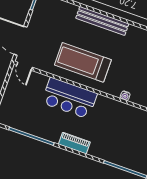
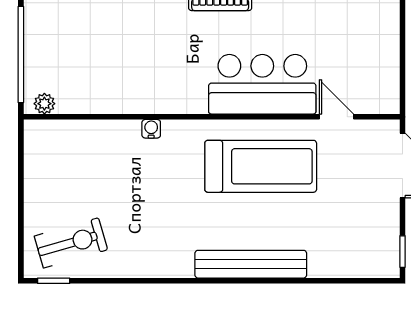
door: (25, 66) -> (336, 117), moved

